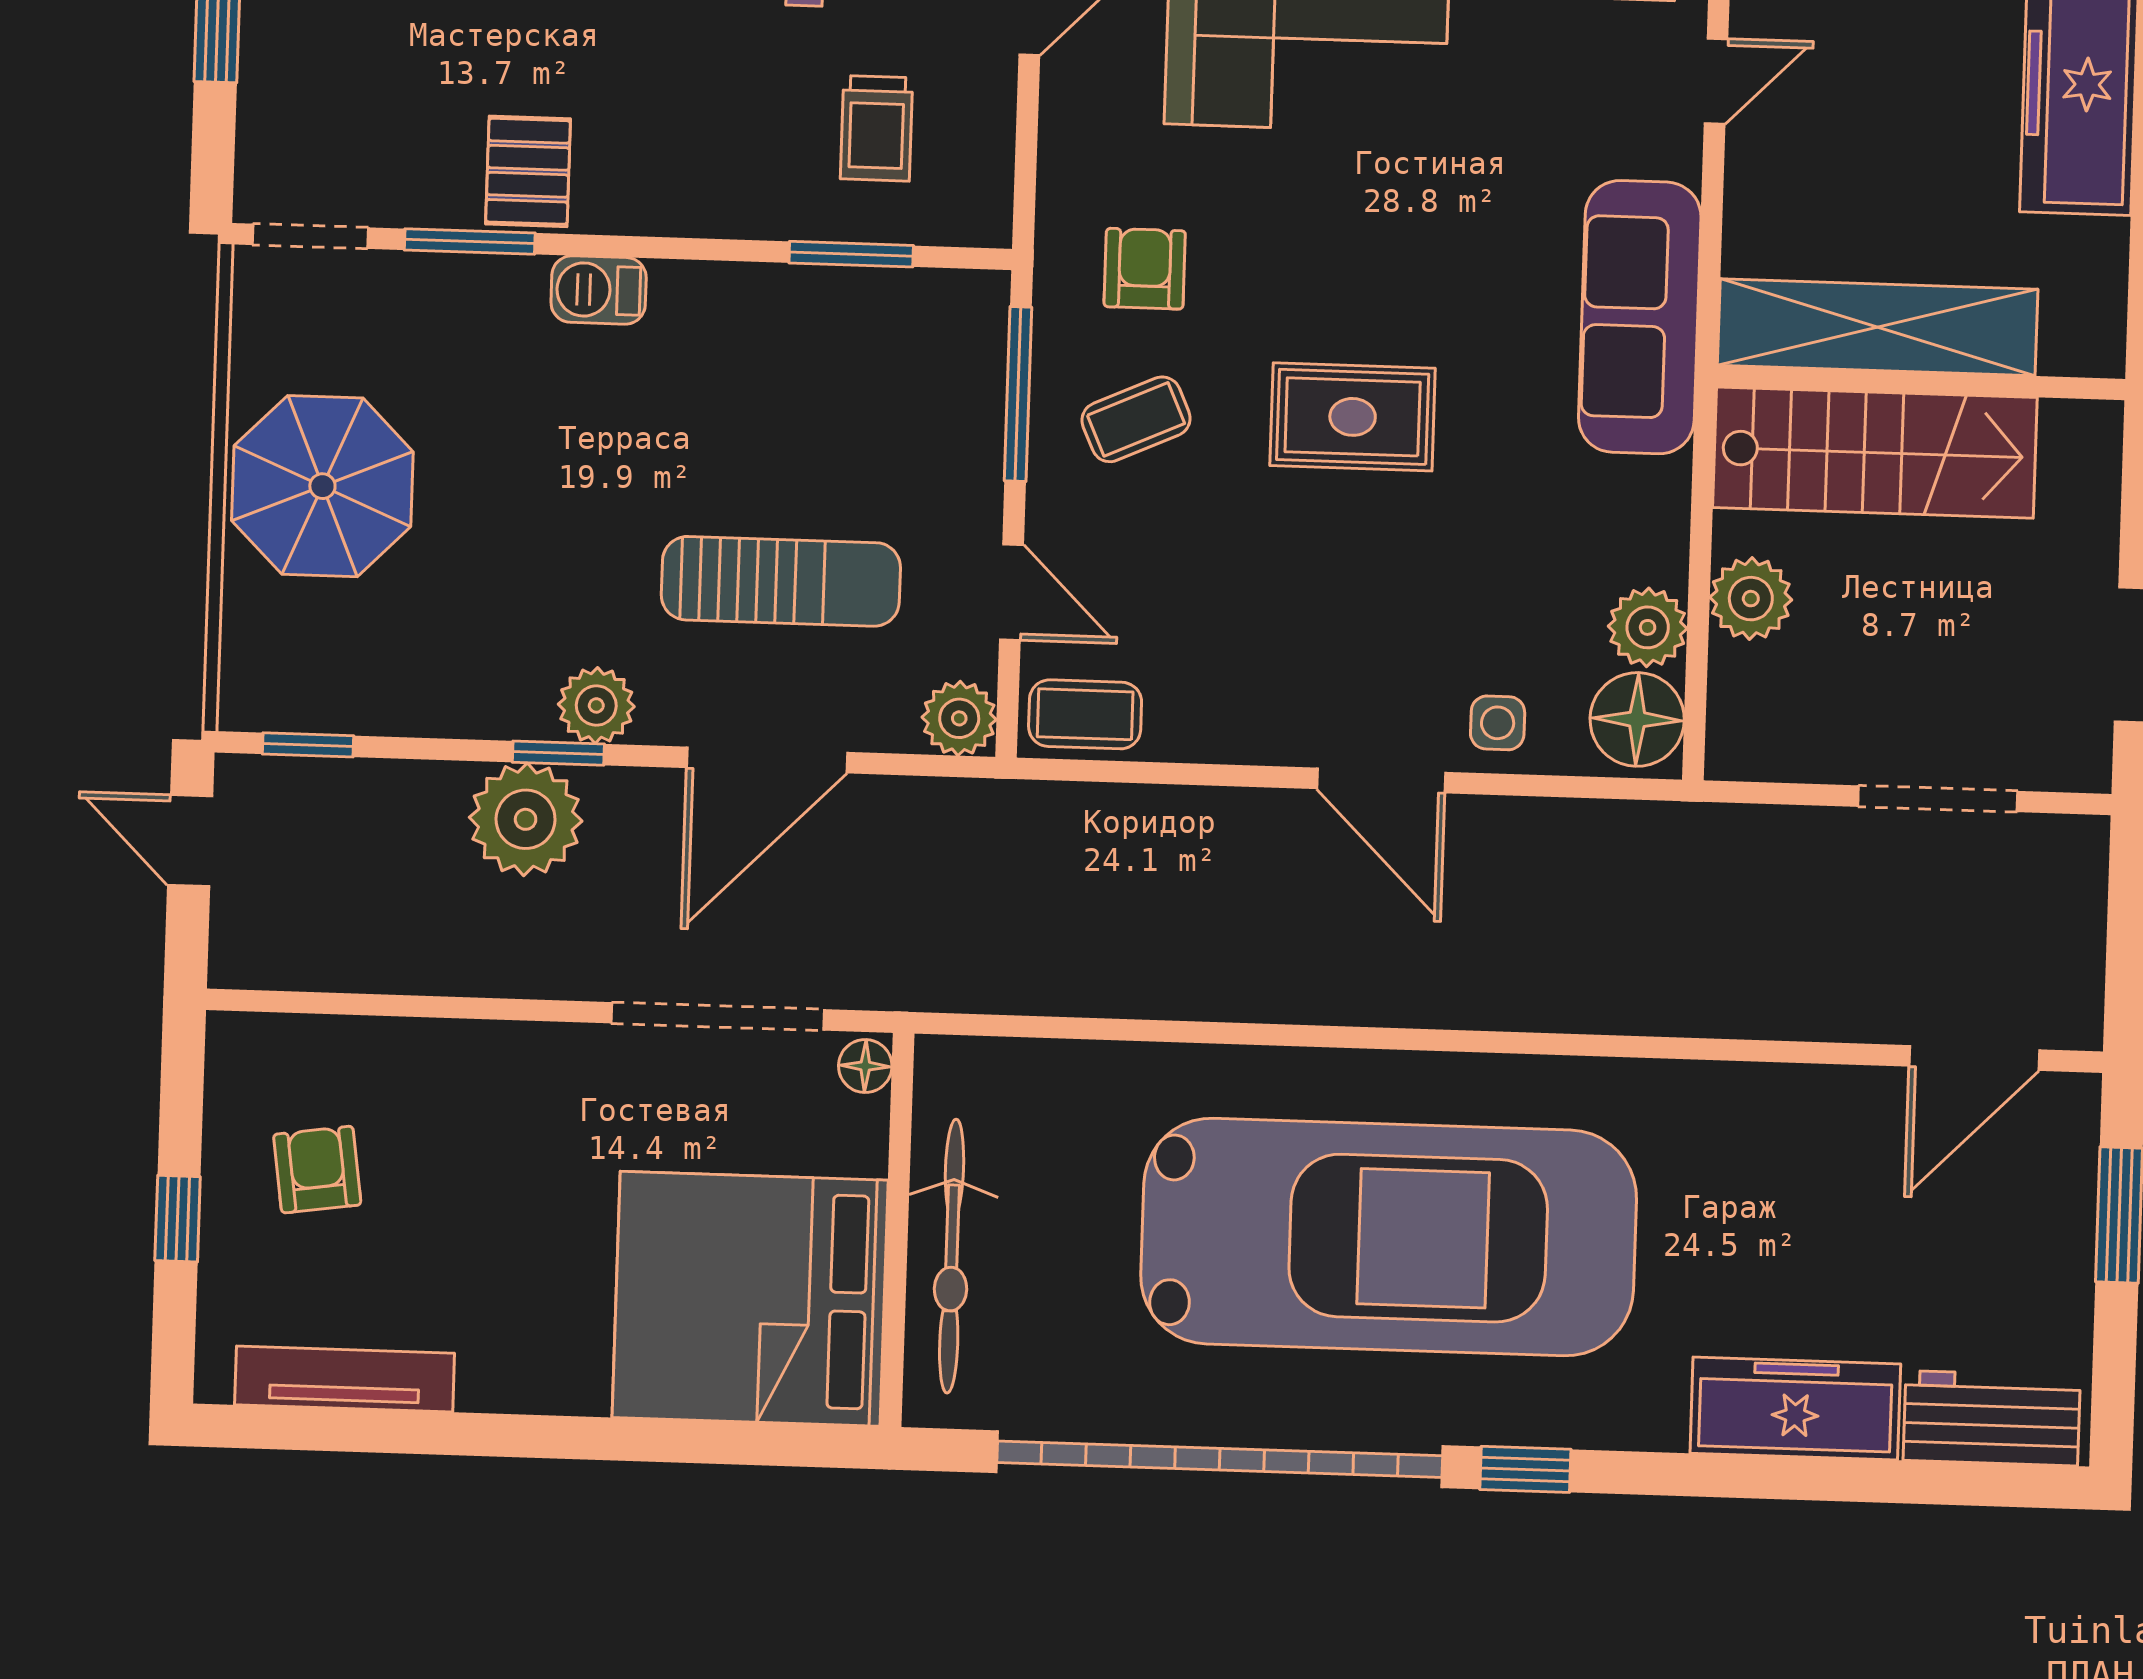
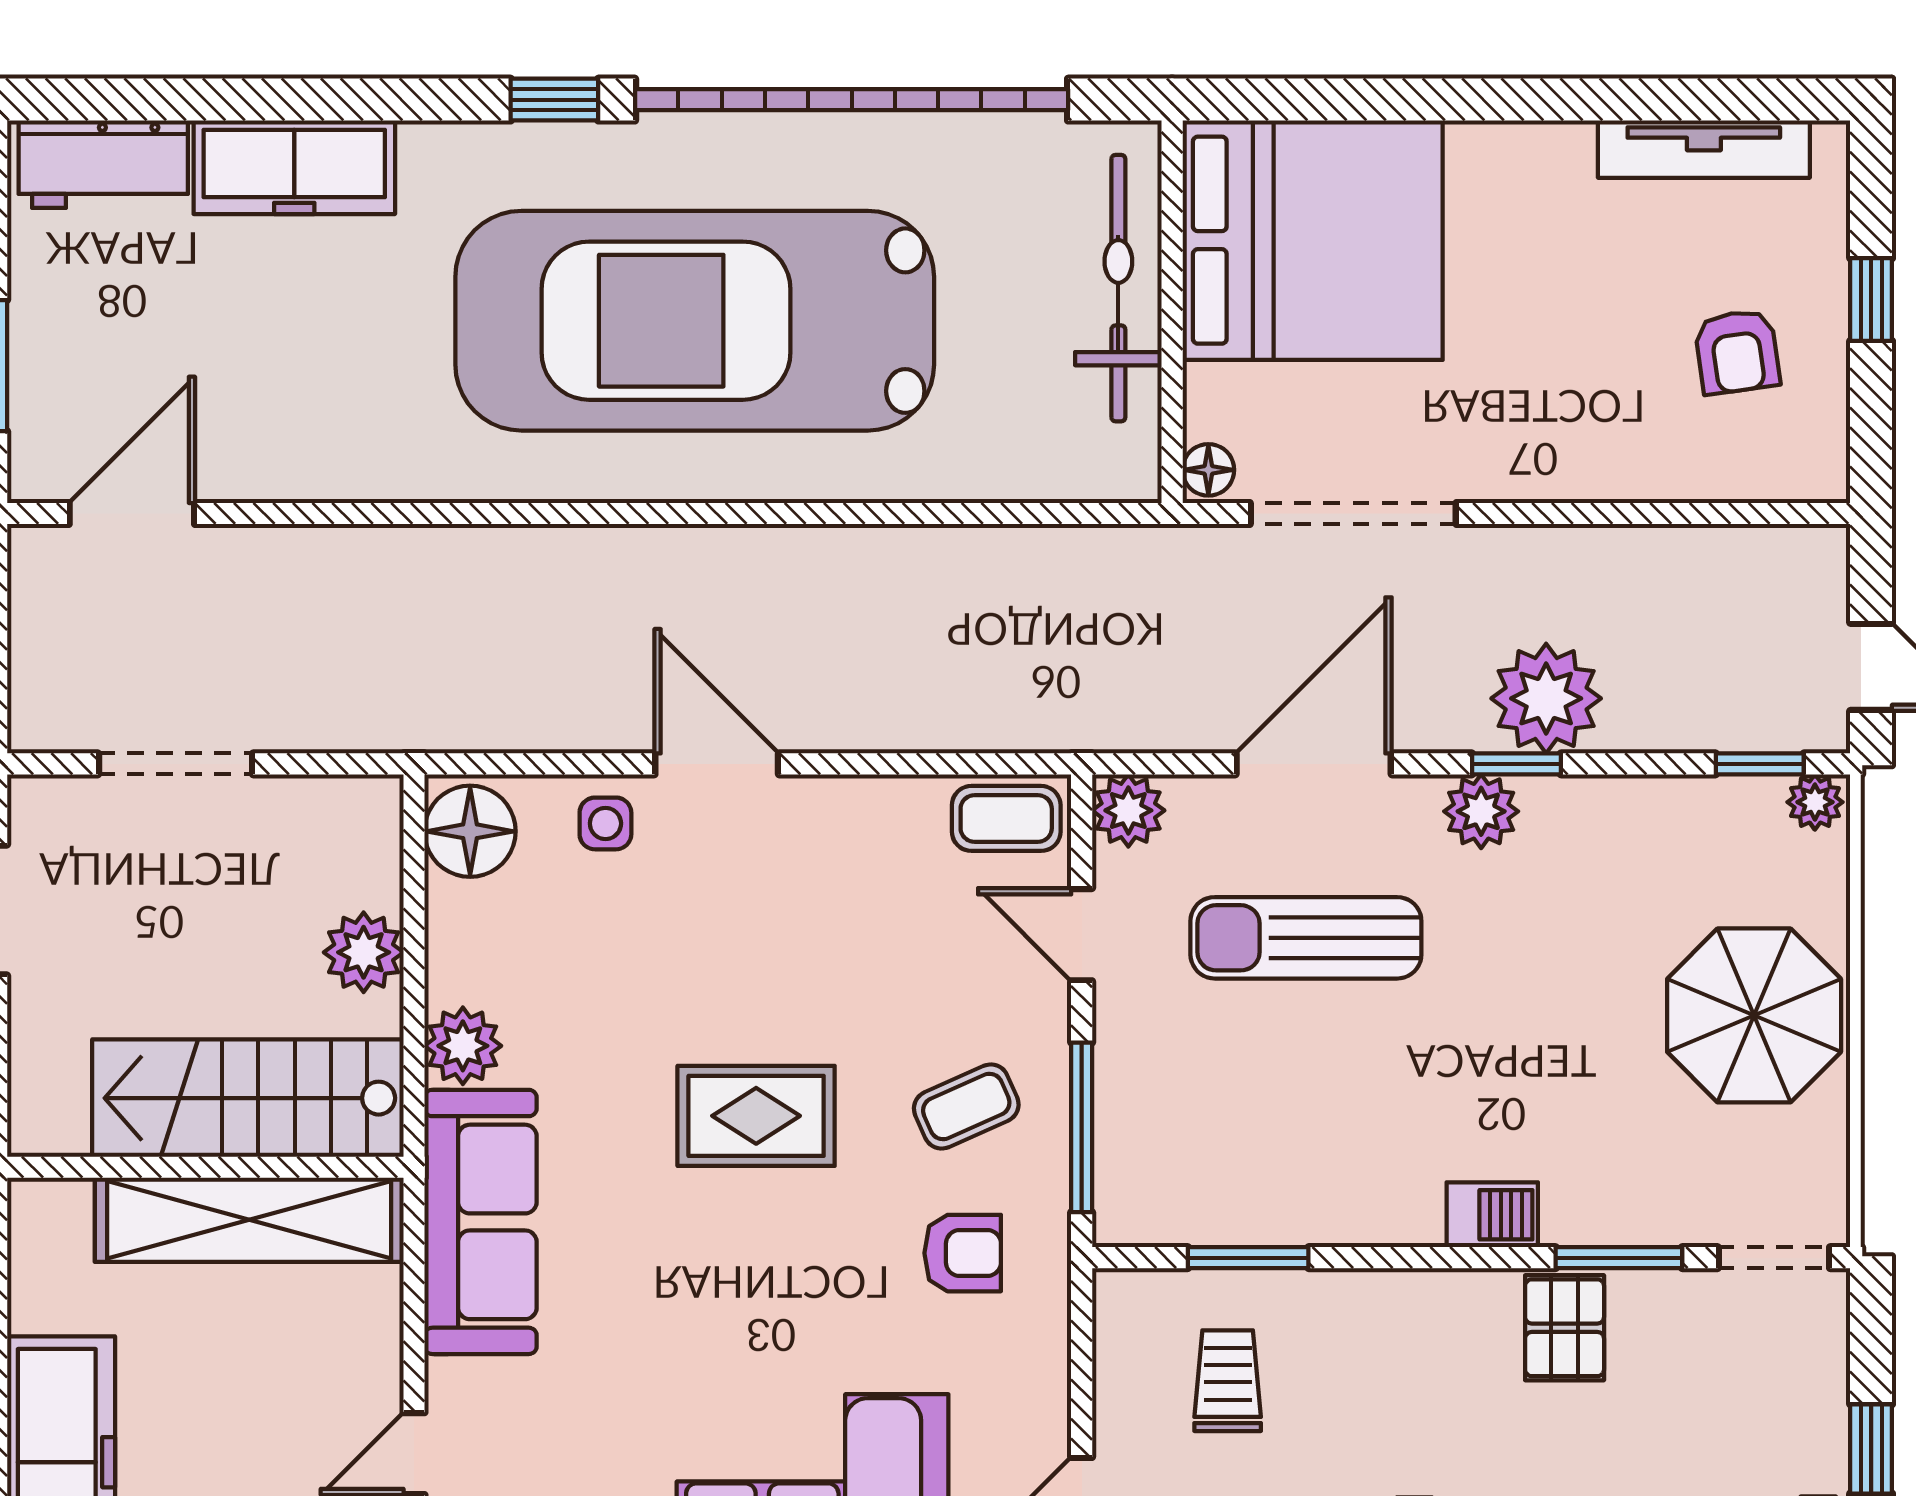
armchair: (1145, 269) -> (963, 1253), turned -90
plant: (1648, 627) -> (463, 1046), moved
plant: (252, 704) -> (1815, 802), added

